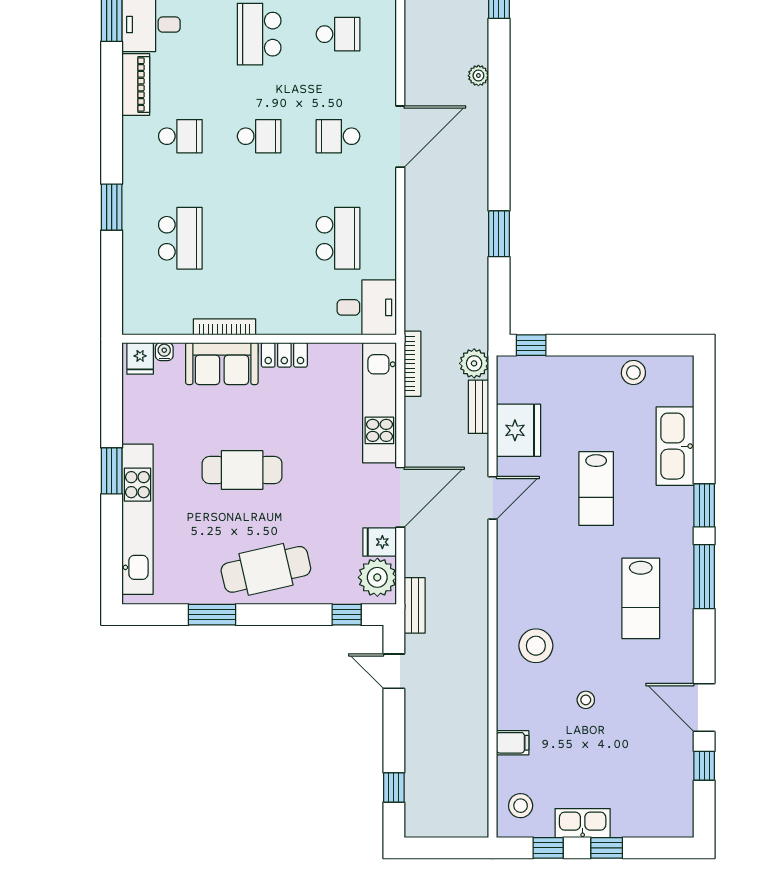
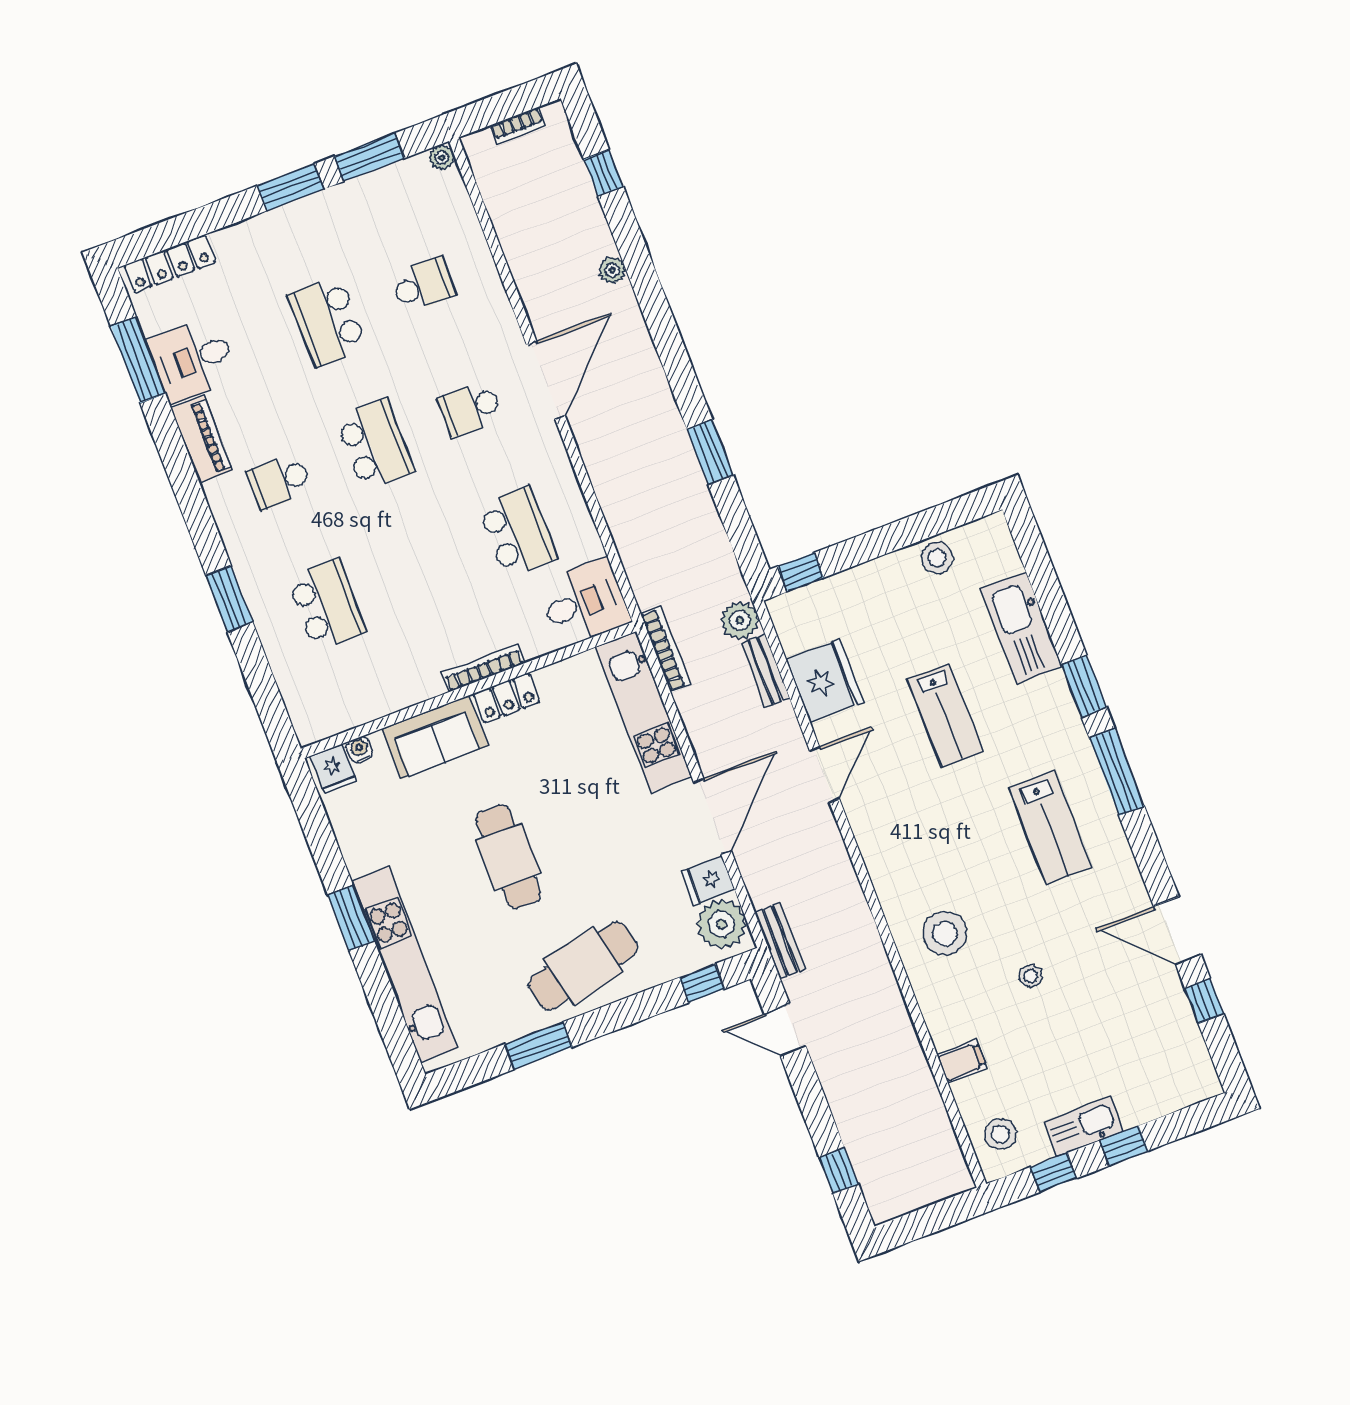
school desk: (180, 136) -> (280, 481), turned 180
school desk: (259, 136) -> (375, 445), width x1.85
bookcase: (224, 327) -> (483, 668), moved
cafe table: (242, 470) -> (508, 857), turned 90

